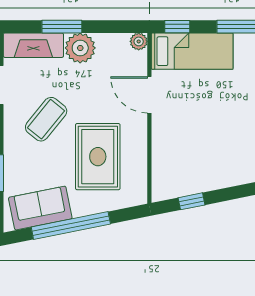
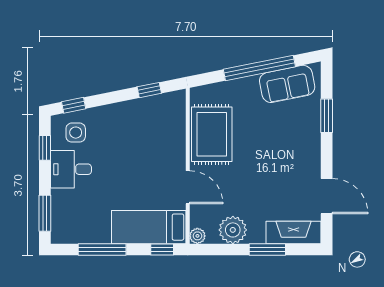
plant: (80, 48) -> (233, 230), moved
coffee table: (46, 119) -> (282, 165), removed
rug: (98, 157) -> (212, 134), moved

